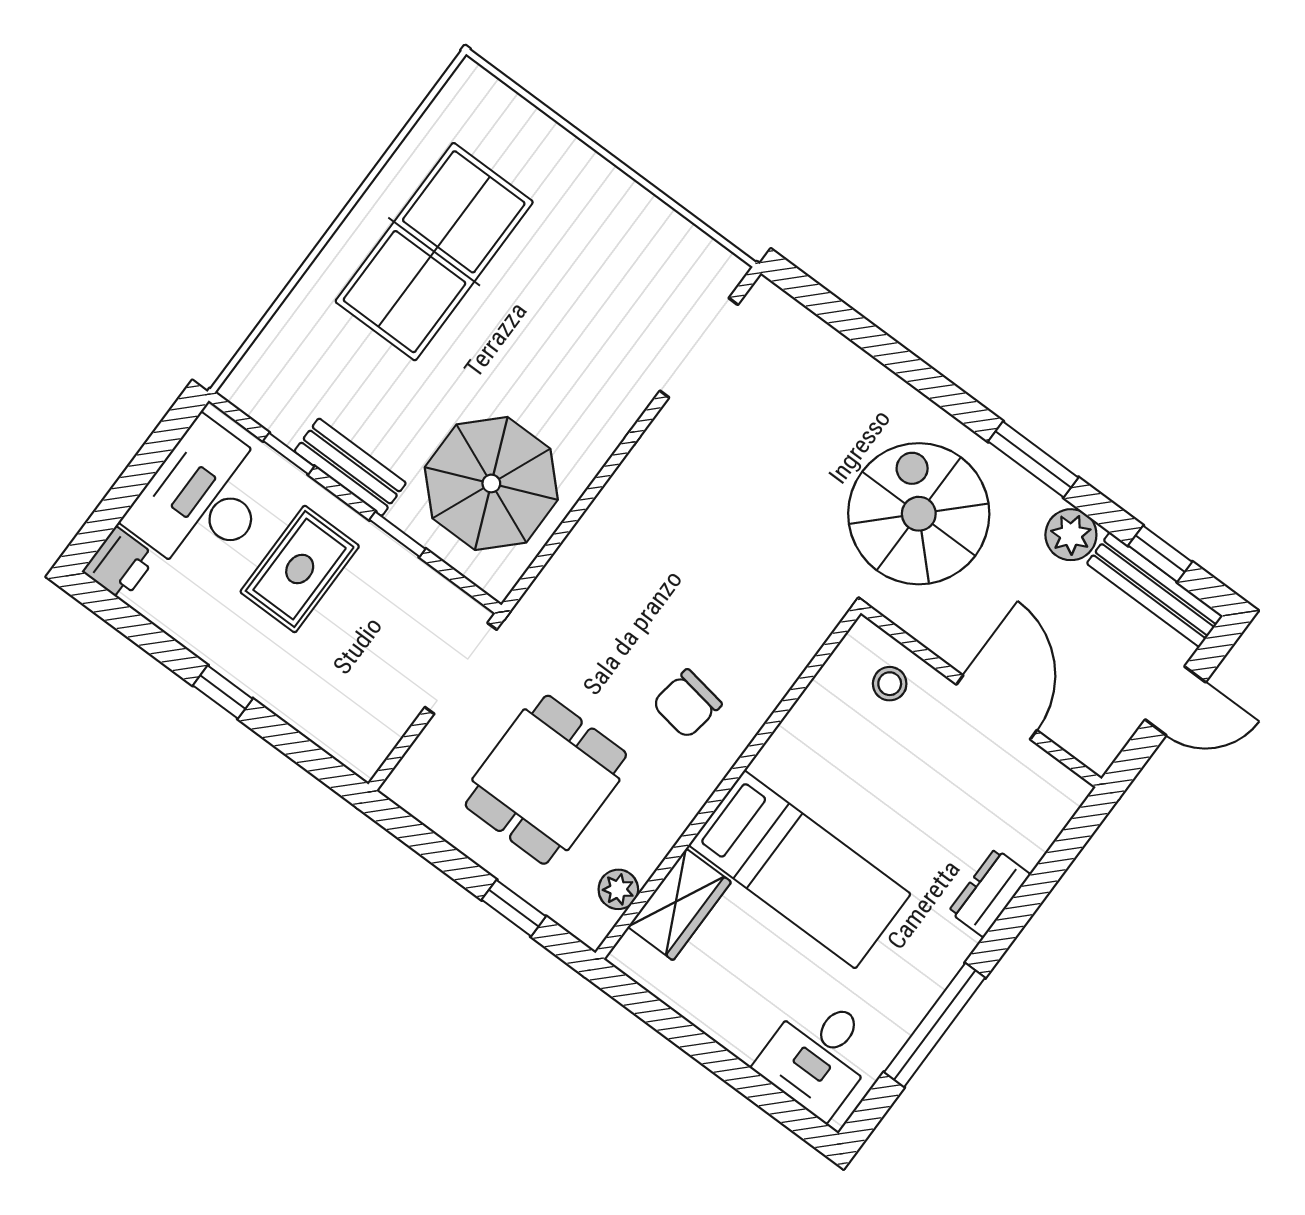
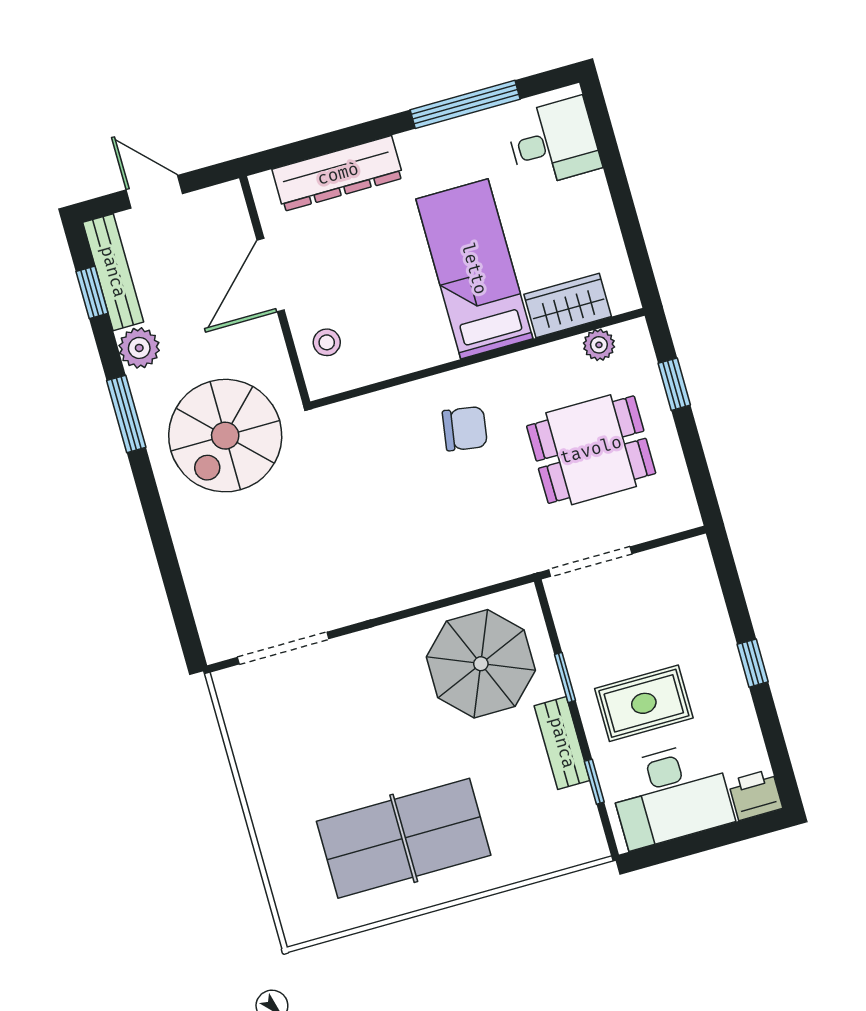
dresser: (990, 893) -> (338, 174), width x1.96, depth x1.24

